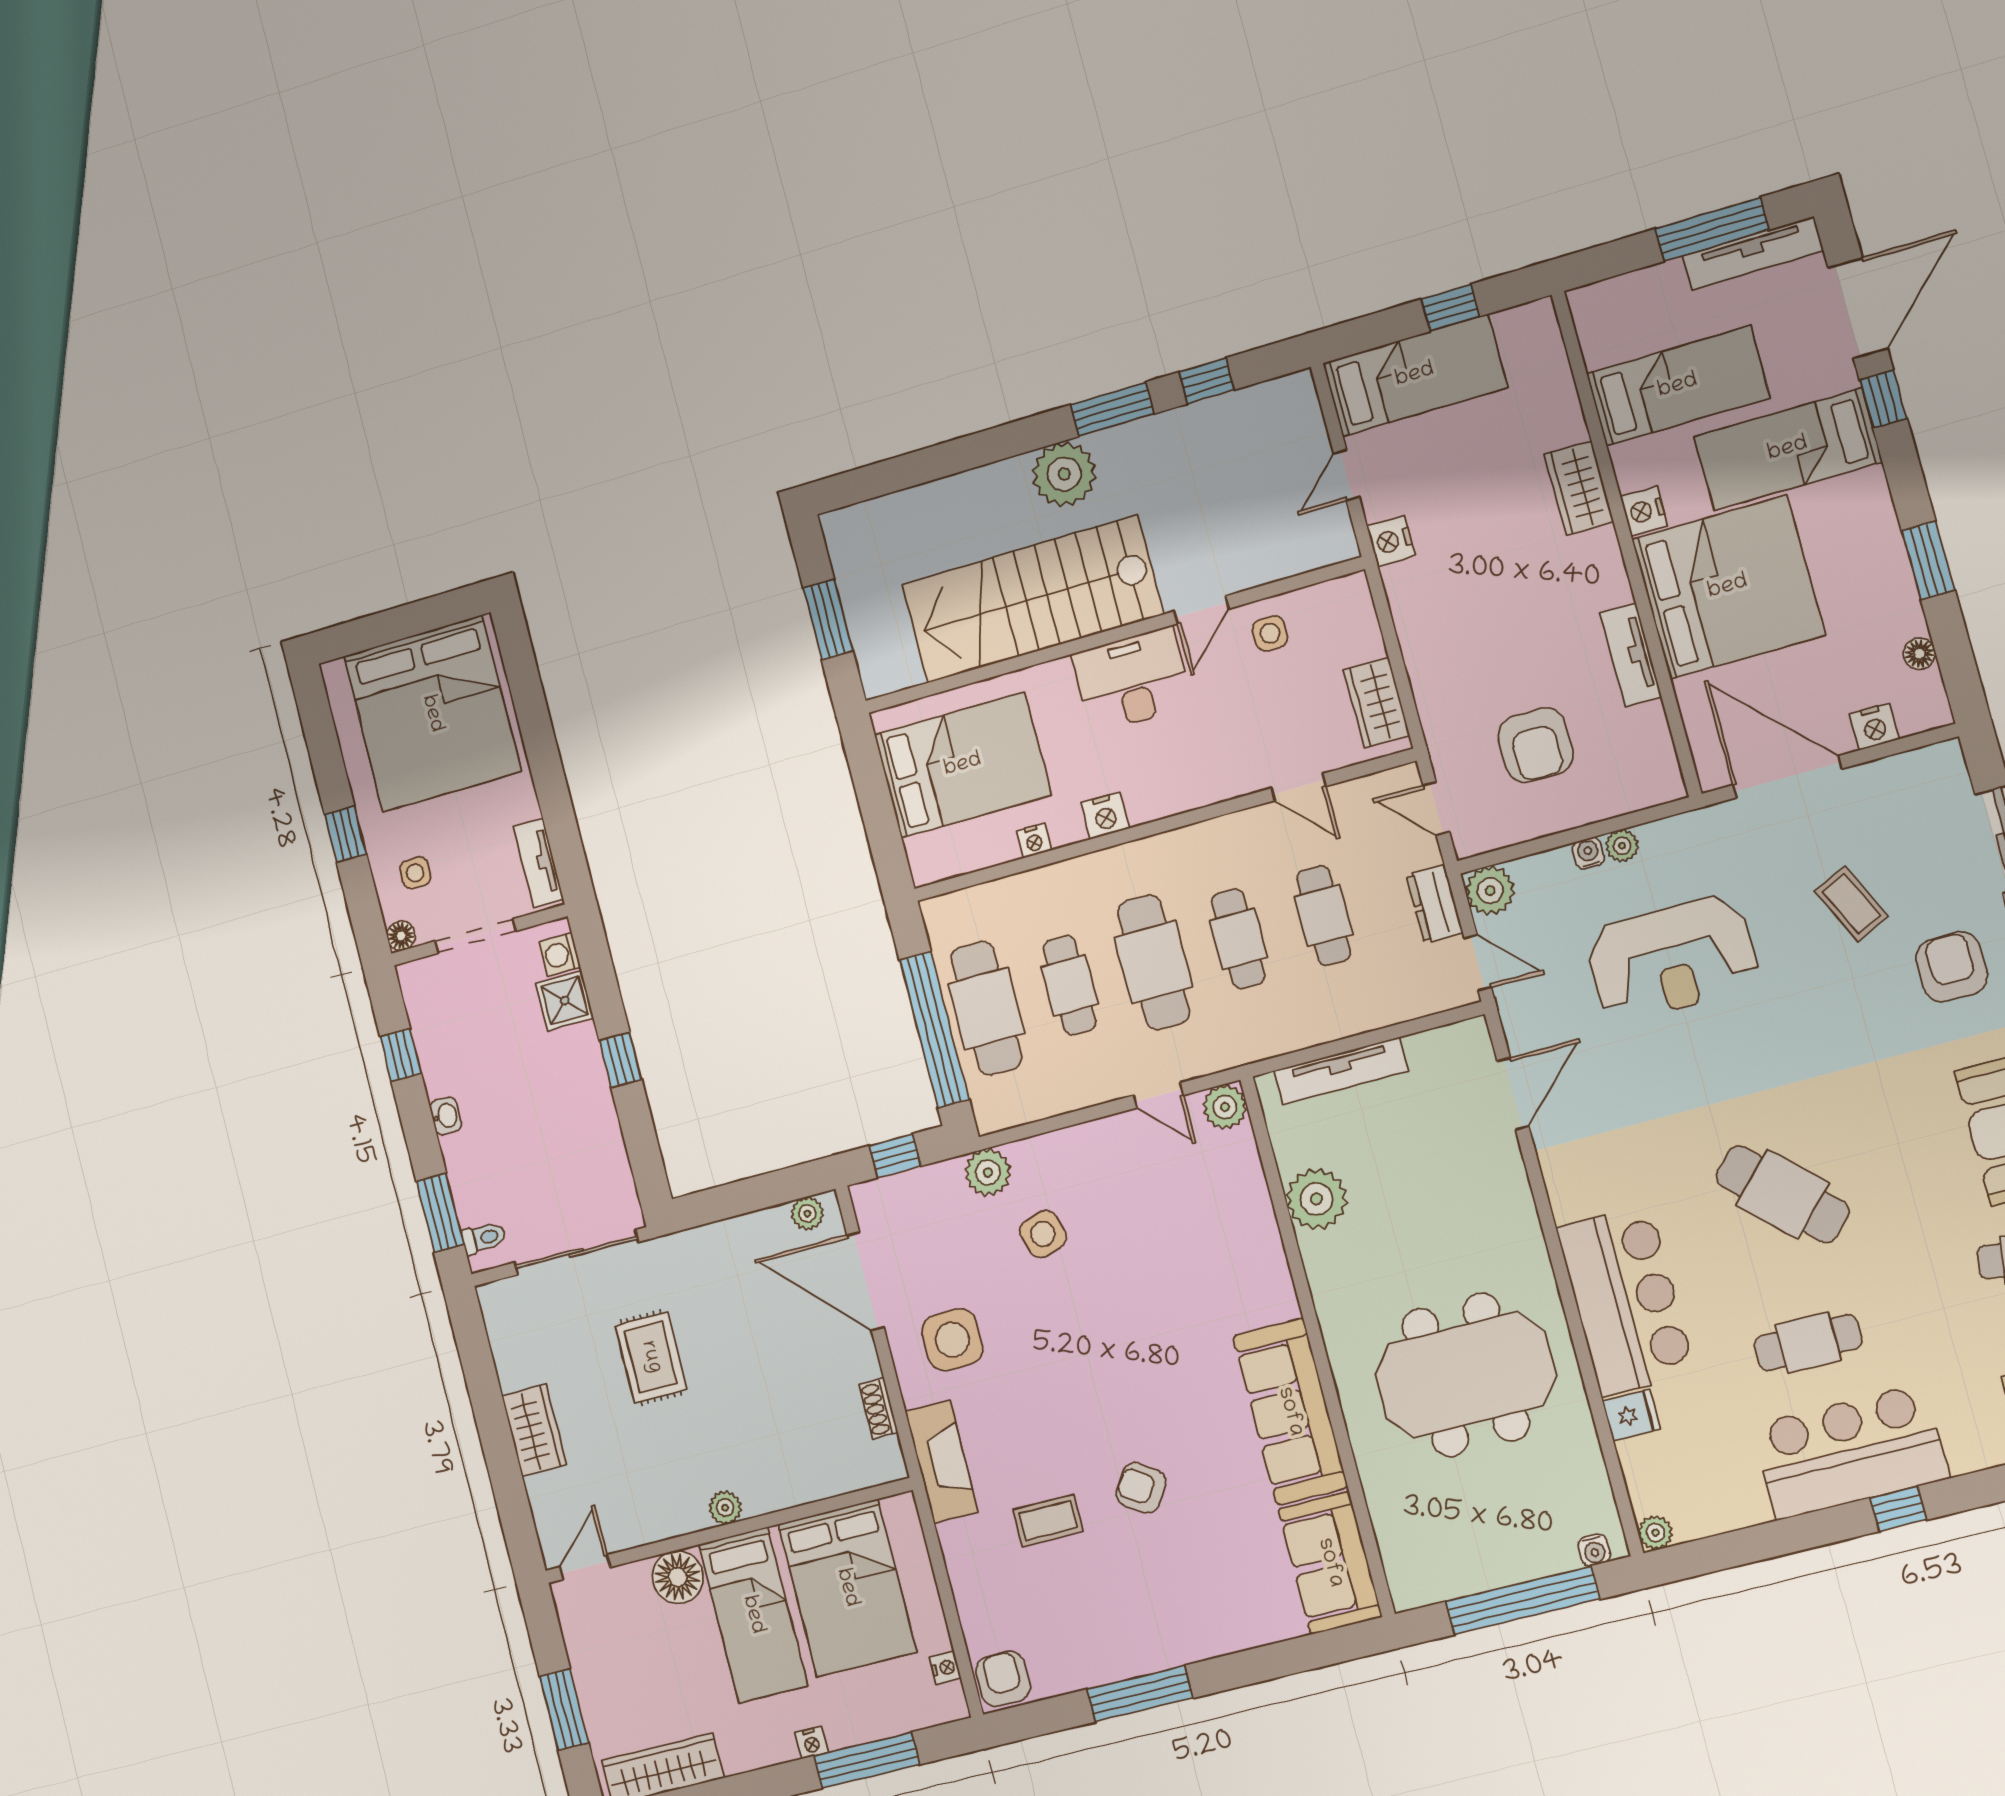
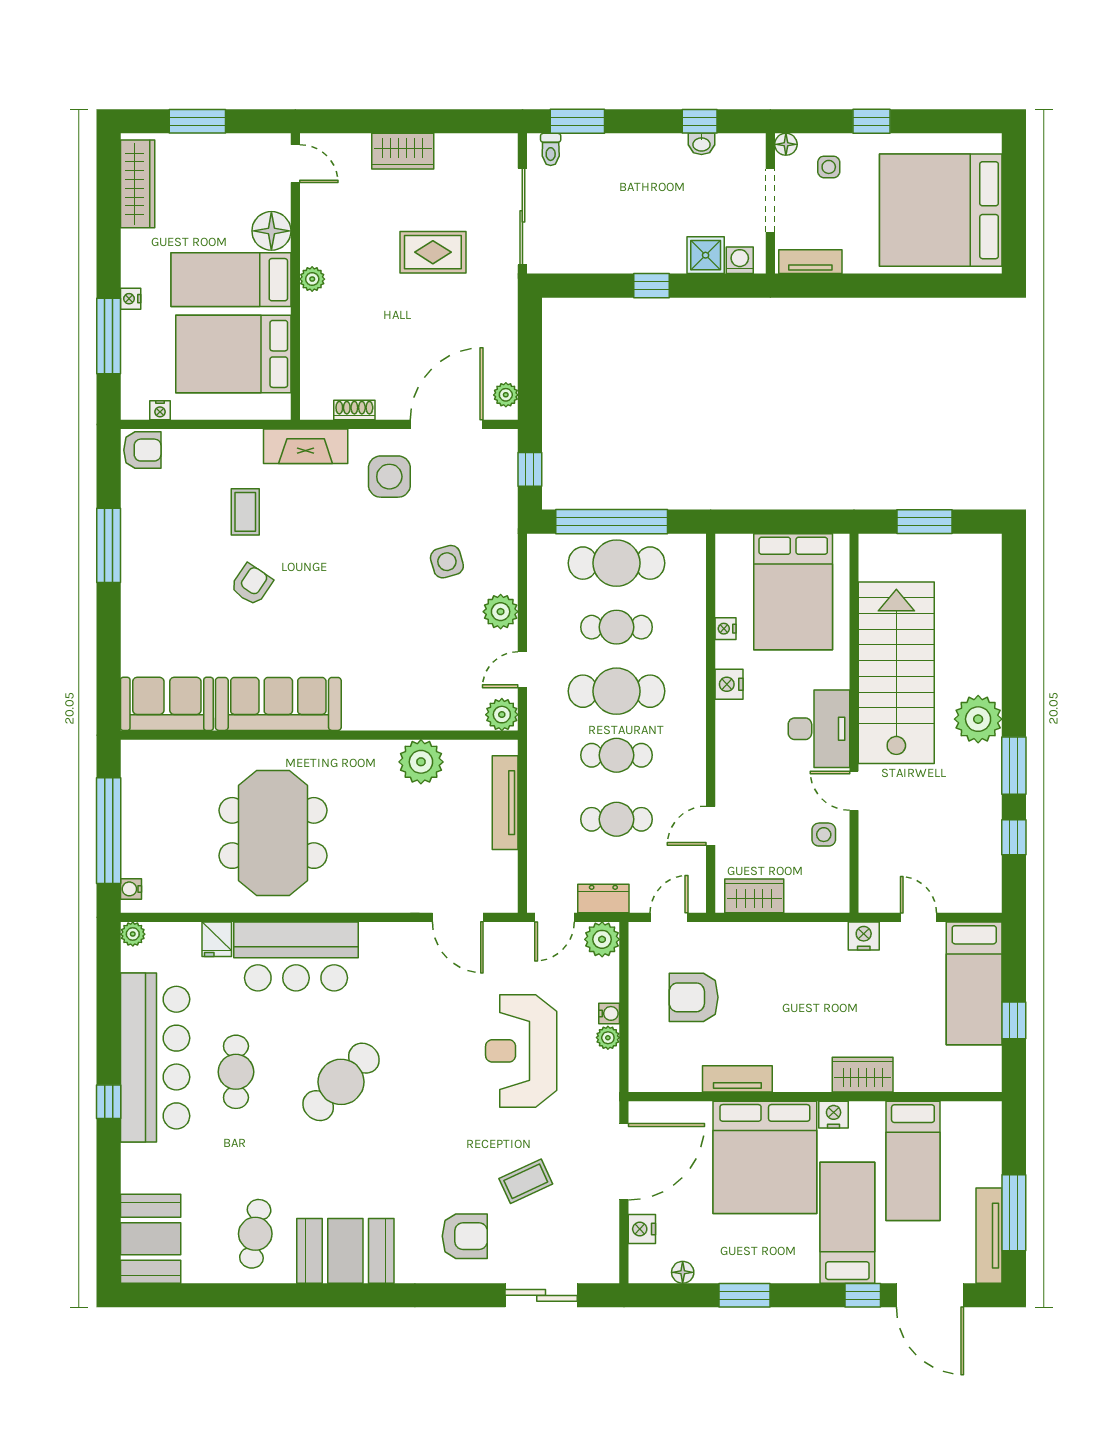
washbasin: (446, 1116) -> (701, 144), moved
plant: (988, 1172) -> (501, 612), moved
bar counter: (1850, 1452) -> (155, 1058), width x1.36

